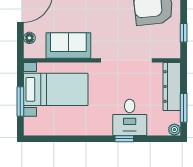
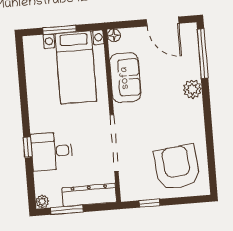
floor lamp: (29, 38) -> (114, 35), moved

